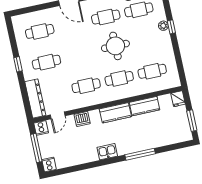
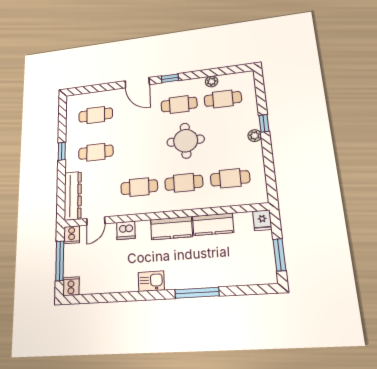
plant: (163, 26) -> (255, 136), moved

